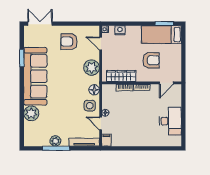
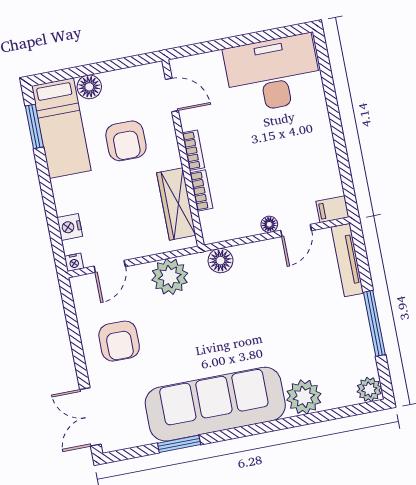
floor lamp: (176, 49) -> (89, 87), added
armchair: (151, 60) -> (126, 141), turned 180
side table: (90, 106) -> (259, 264), removed
desk: (170, 121) -> (273, 74), width x1.36, depth x1.30
plant: (55, 141) -> (369, 389), moved

